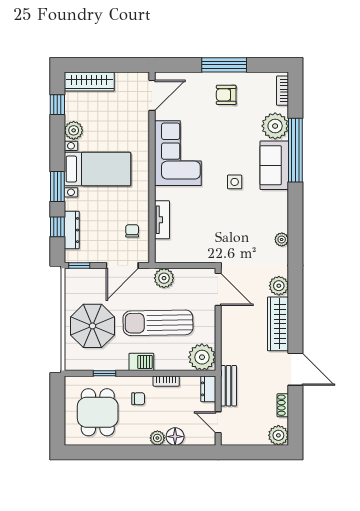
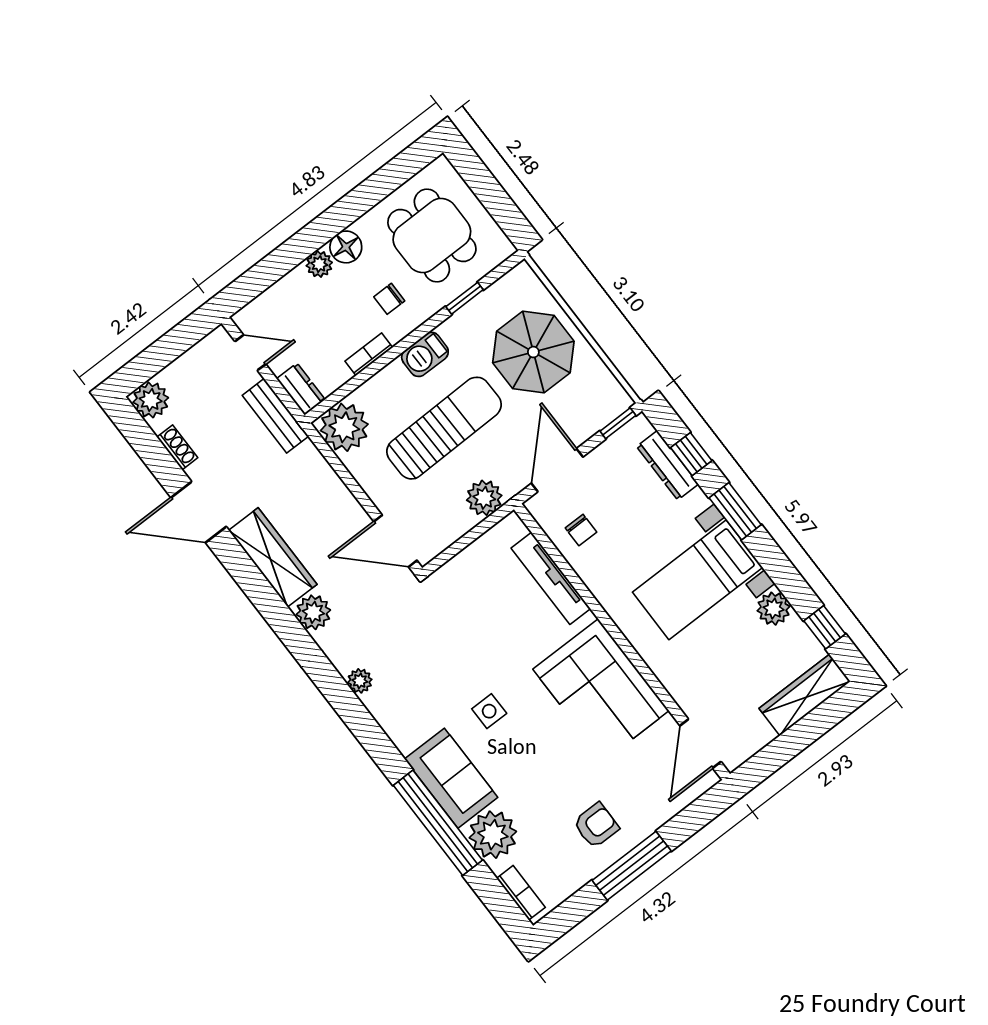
tv unit: (162, 220) -> (551, 578), width x1.41
floor lamp: (175, 437) -> (346, 247), moved

